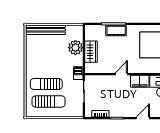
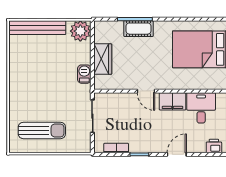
plant: (75, 48) -> (80, 31), moved
barbecue: (78, 73) -> (84, 74), moved
door: (121, 74) -> (146, 91), swing flipped
sun lounger: (46, 84) -> (39, 105), removed

